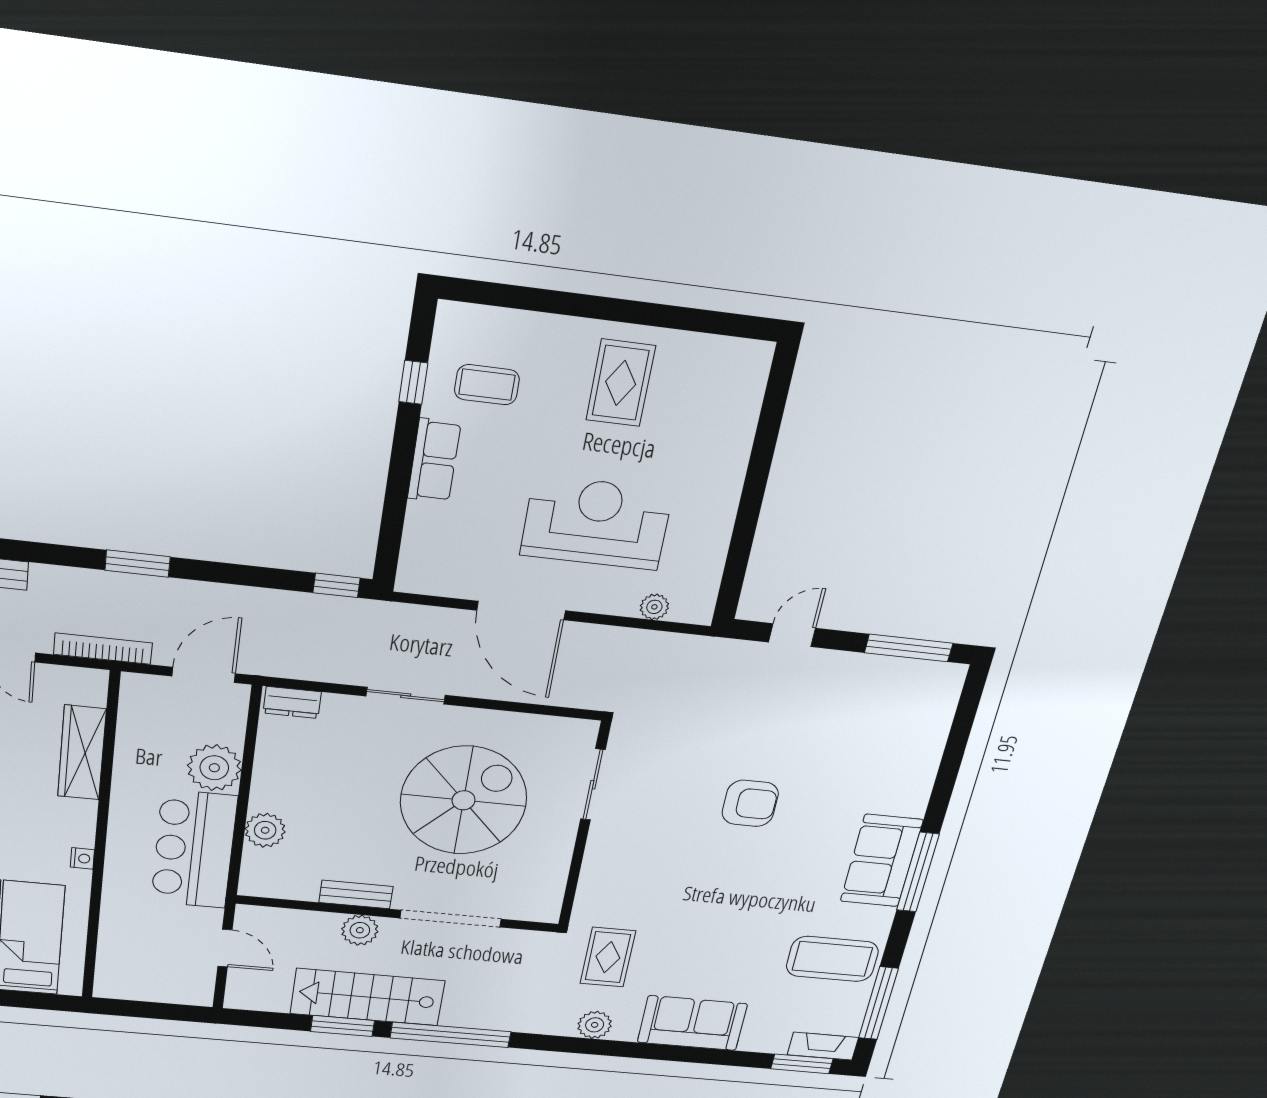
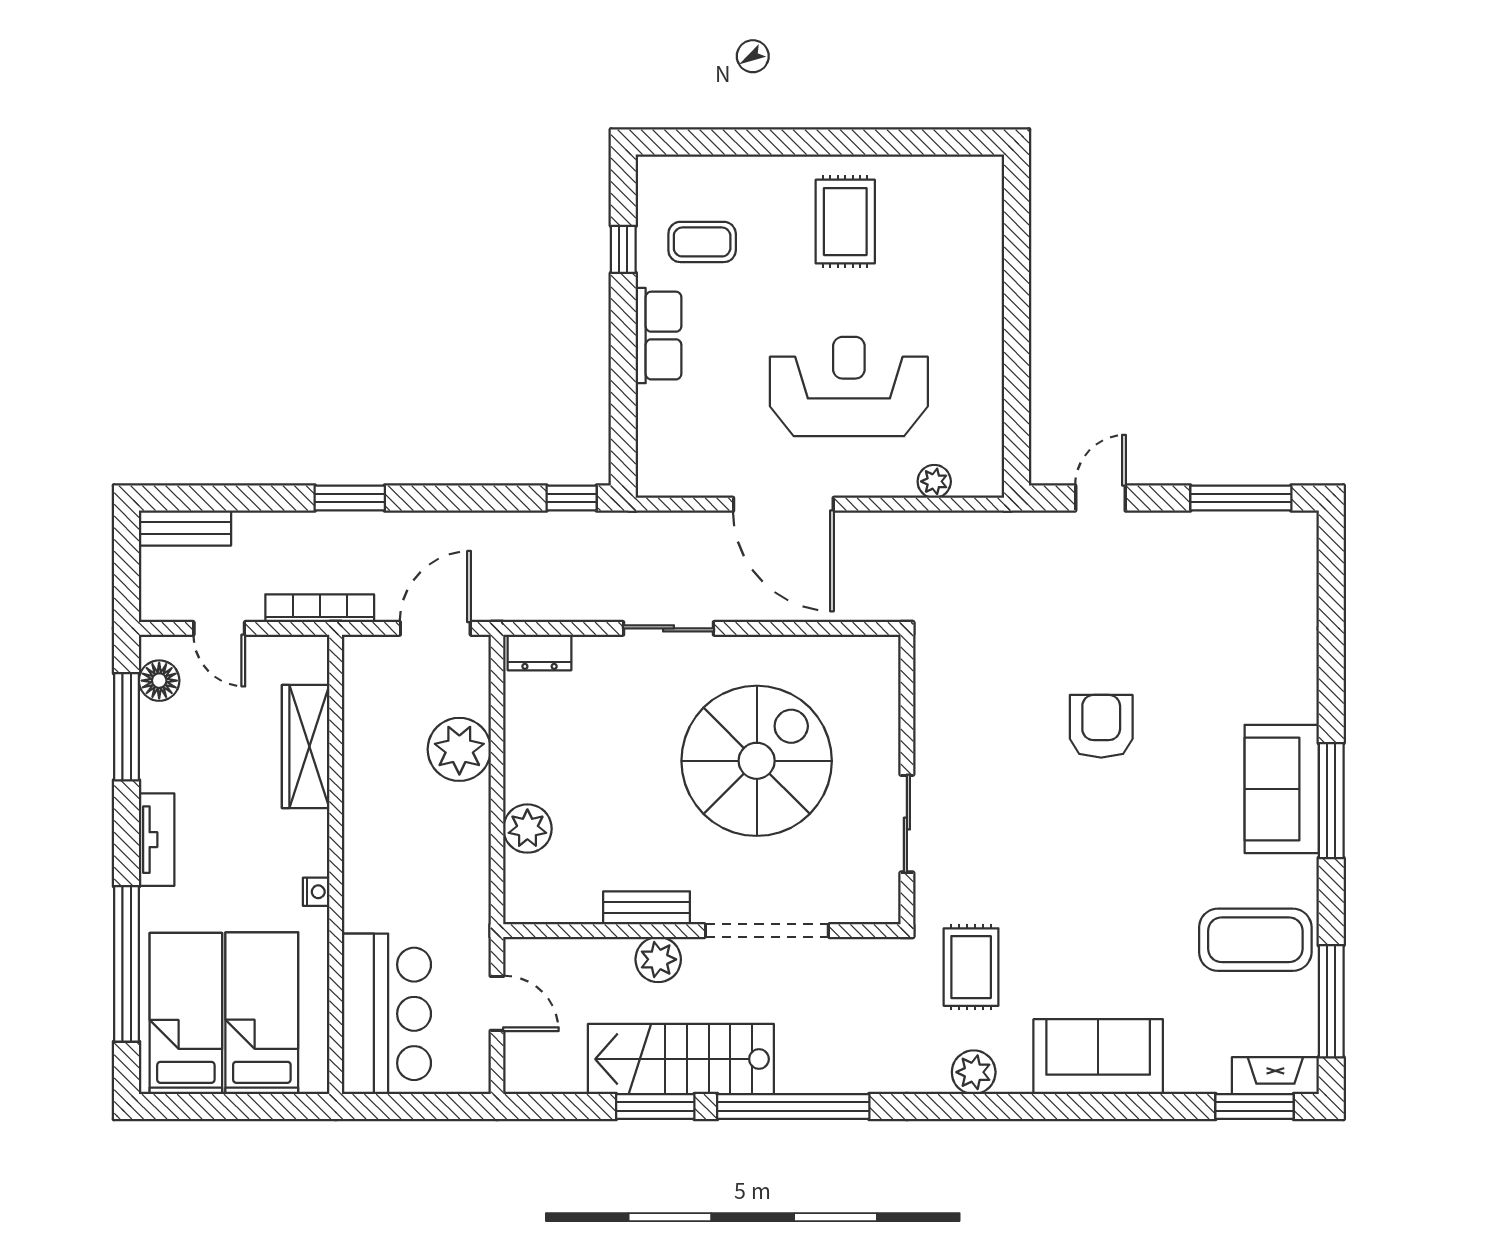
sliding door: (593, 785) -> (907, 824), moved
armchair: (750, 803) -> (1101, 726), turned -90
bar counter: (194, 849) -> (386, 1014), moved, turned 180

